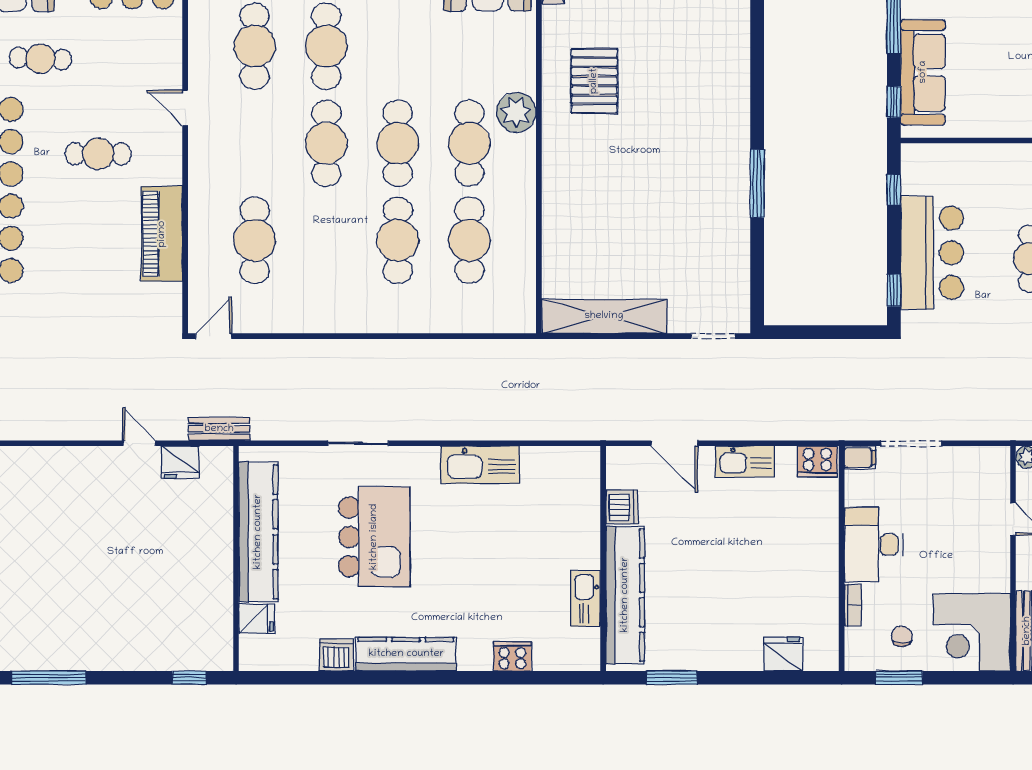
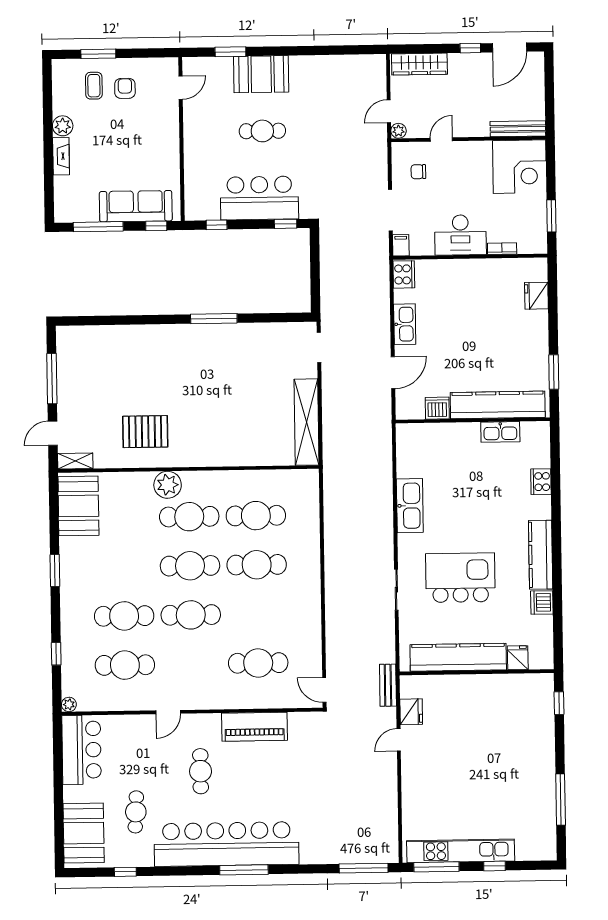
chair: (902, 636) -> (418, 172), moved

